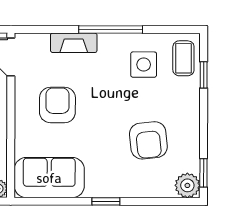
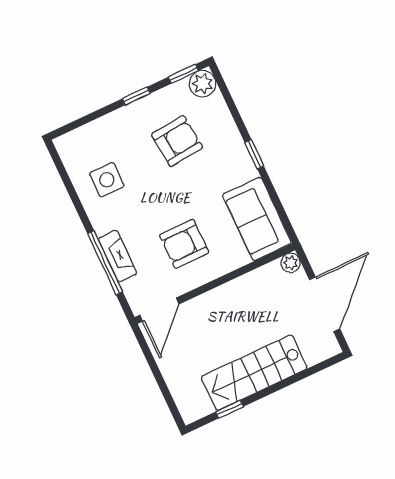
window: (111, 30) -> (105, 263), moved
coffee table: (183, 58) -> (83, 144), removed
window: (204, 75) -> (136, 96), moved

